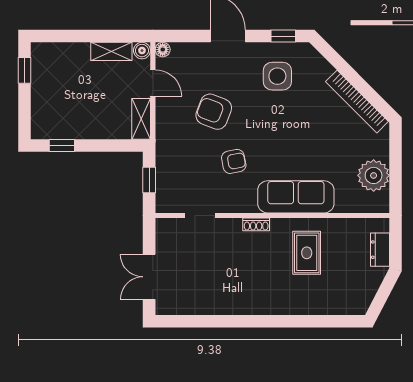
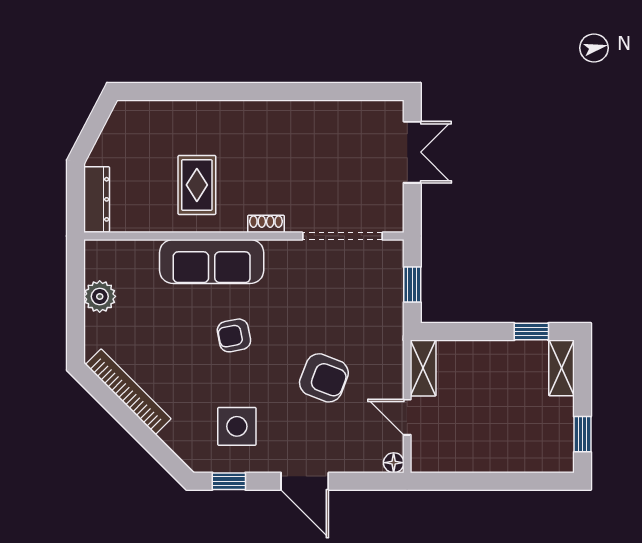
shelving: (111, 51) -> (561, 368), moved, turned 90
boiler: (142, 51) -> (422, 461), removed
armchair: (234, 161) -> (234, 335), moved
plant: (374, 175) -> (100, 296), width x0.73, depth x0.73
doorway: (200, 215) -> (342, 236), width x1.87
dresser: (380, 250) -> (97, 199), width x1.44

